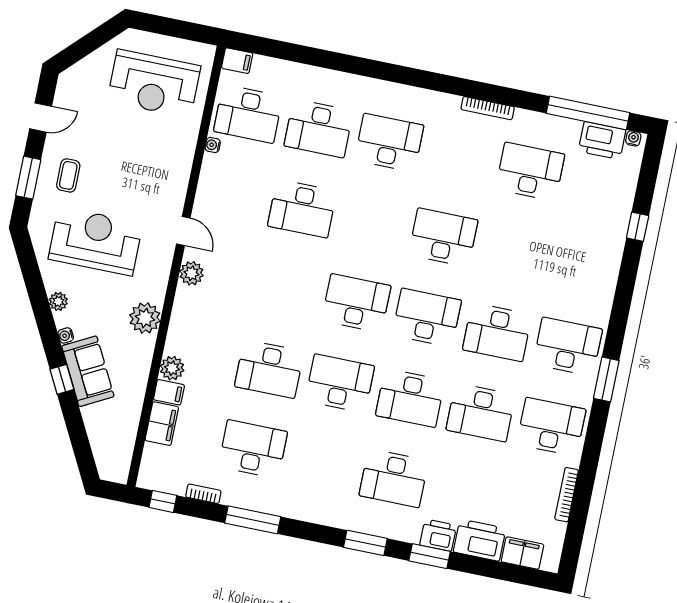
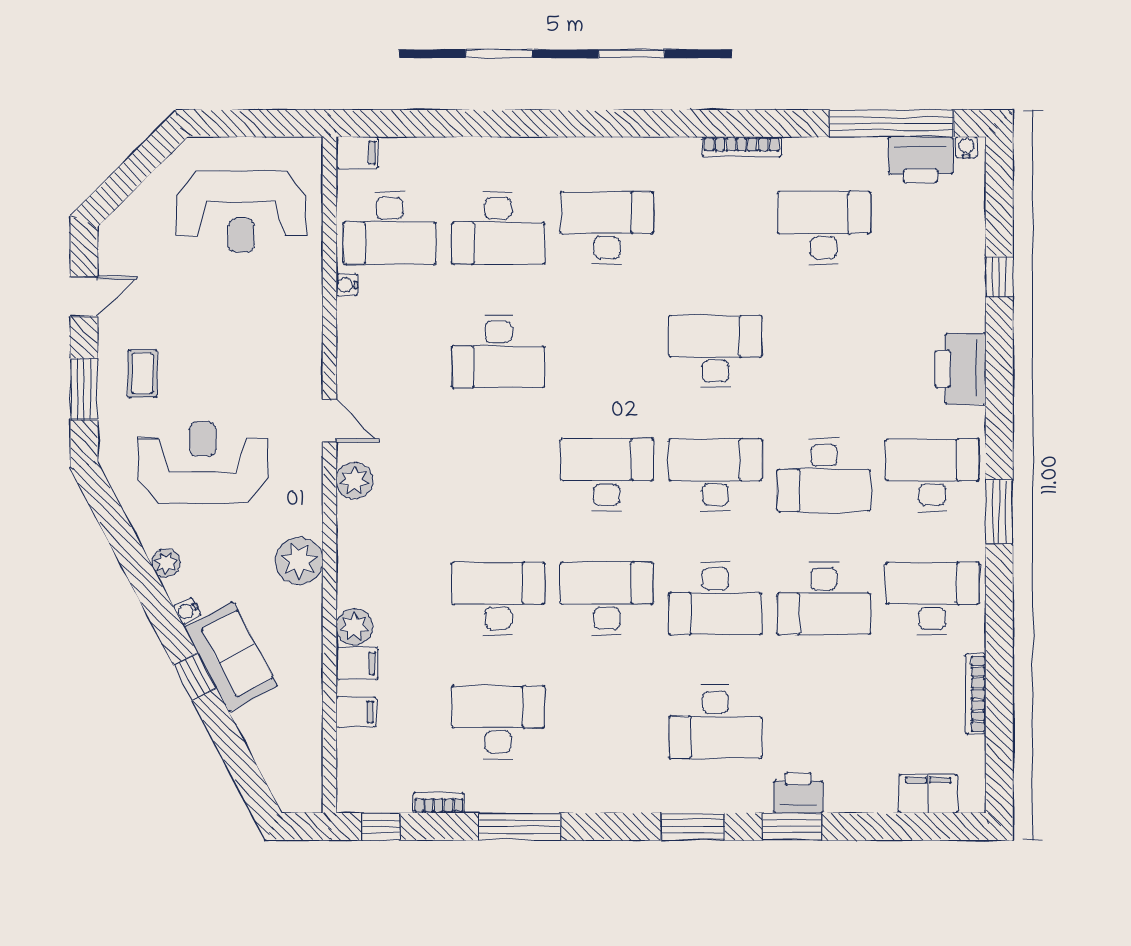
desk: (269, 369) -> (498, 599), turned 180
filing cabinet: (162, 424) -> (356, 712), width x0.50
printer: (480, 540) -> (960, 369), moved, turned -90

